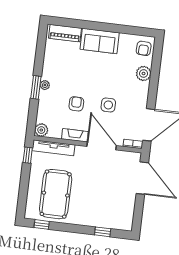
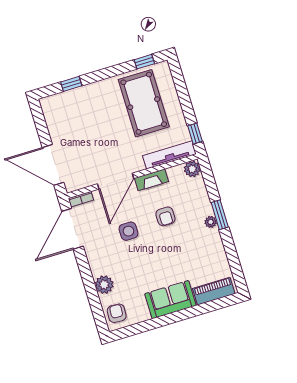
door: (102, 146) -> (116, 181), hinge flipped

